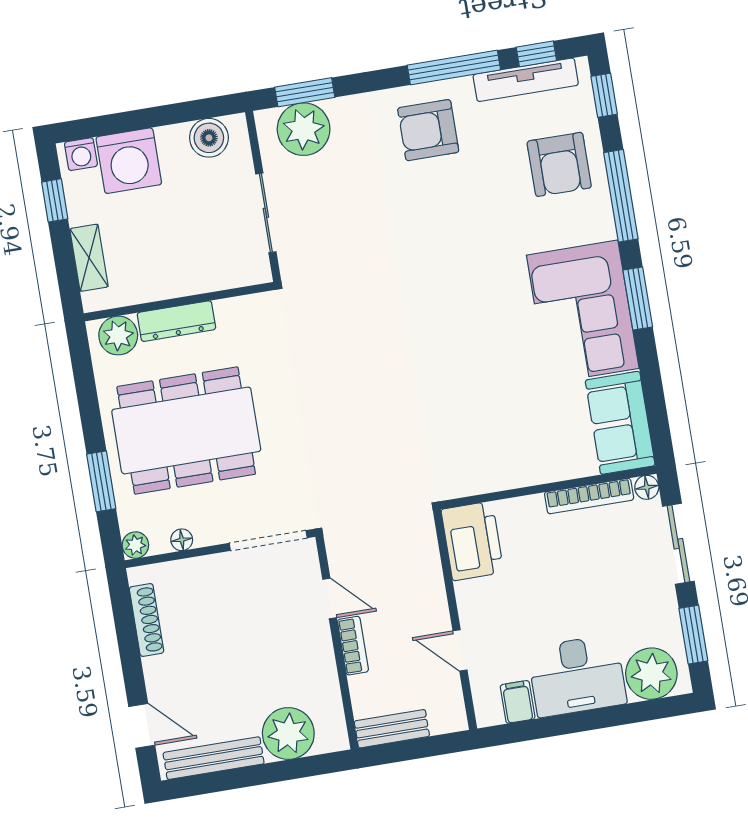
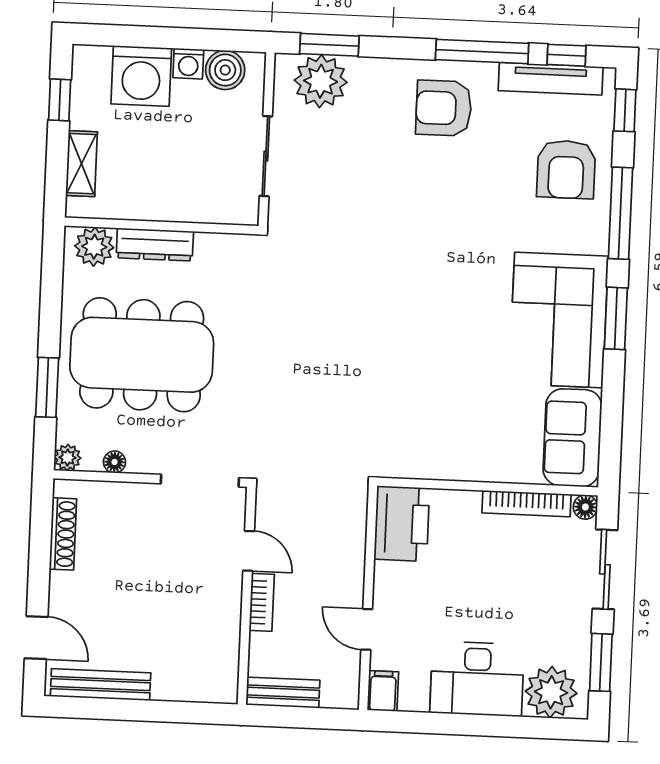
washing machine: (81, 154) -> (188, 64), moved
filing cabinet: (518, 702) -> (383, 691), moved
plant: (288, 733) -> (180, 676), removed

